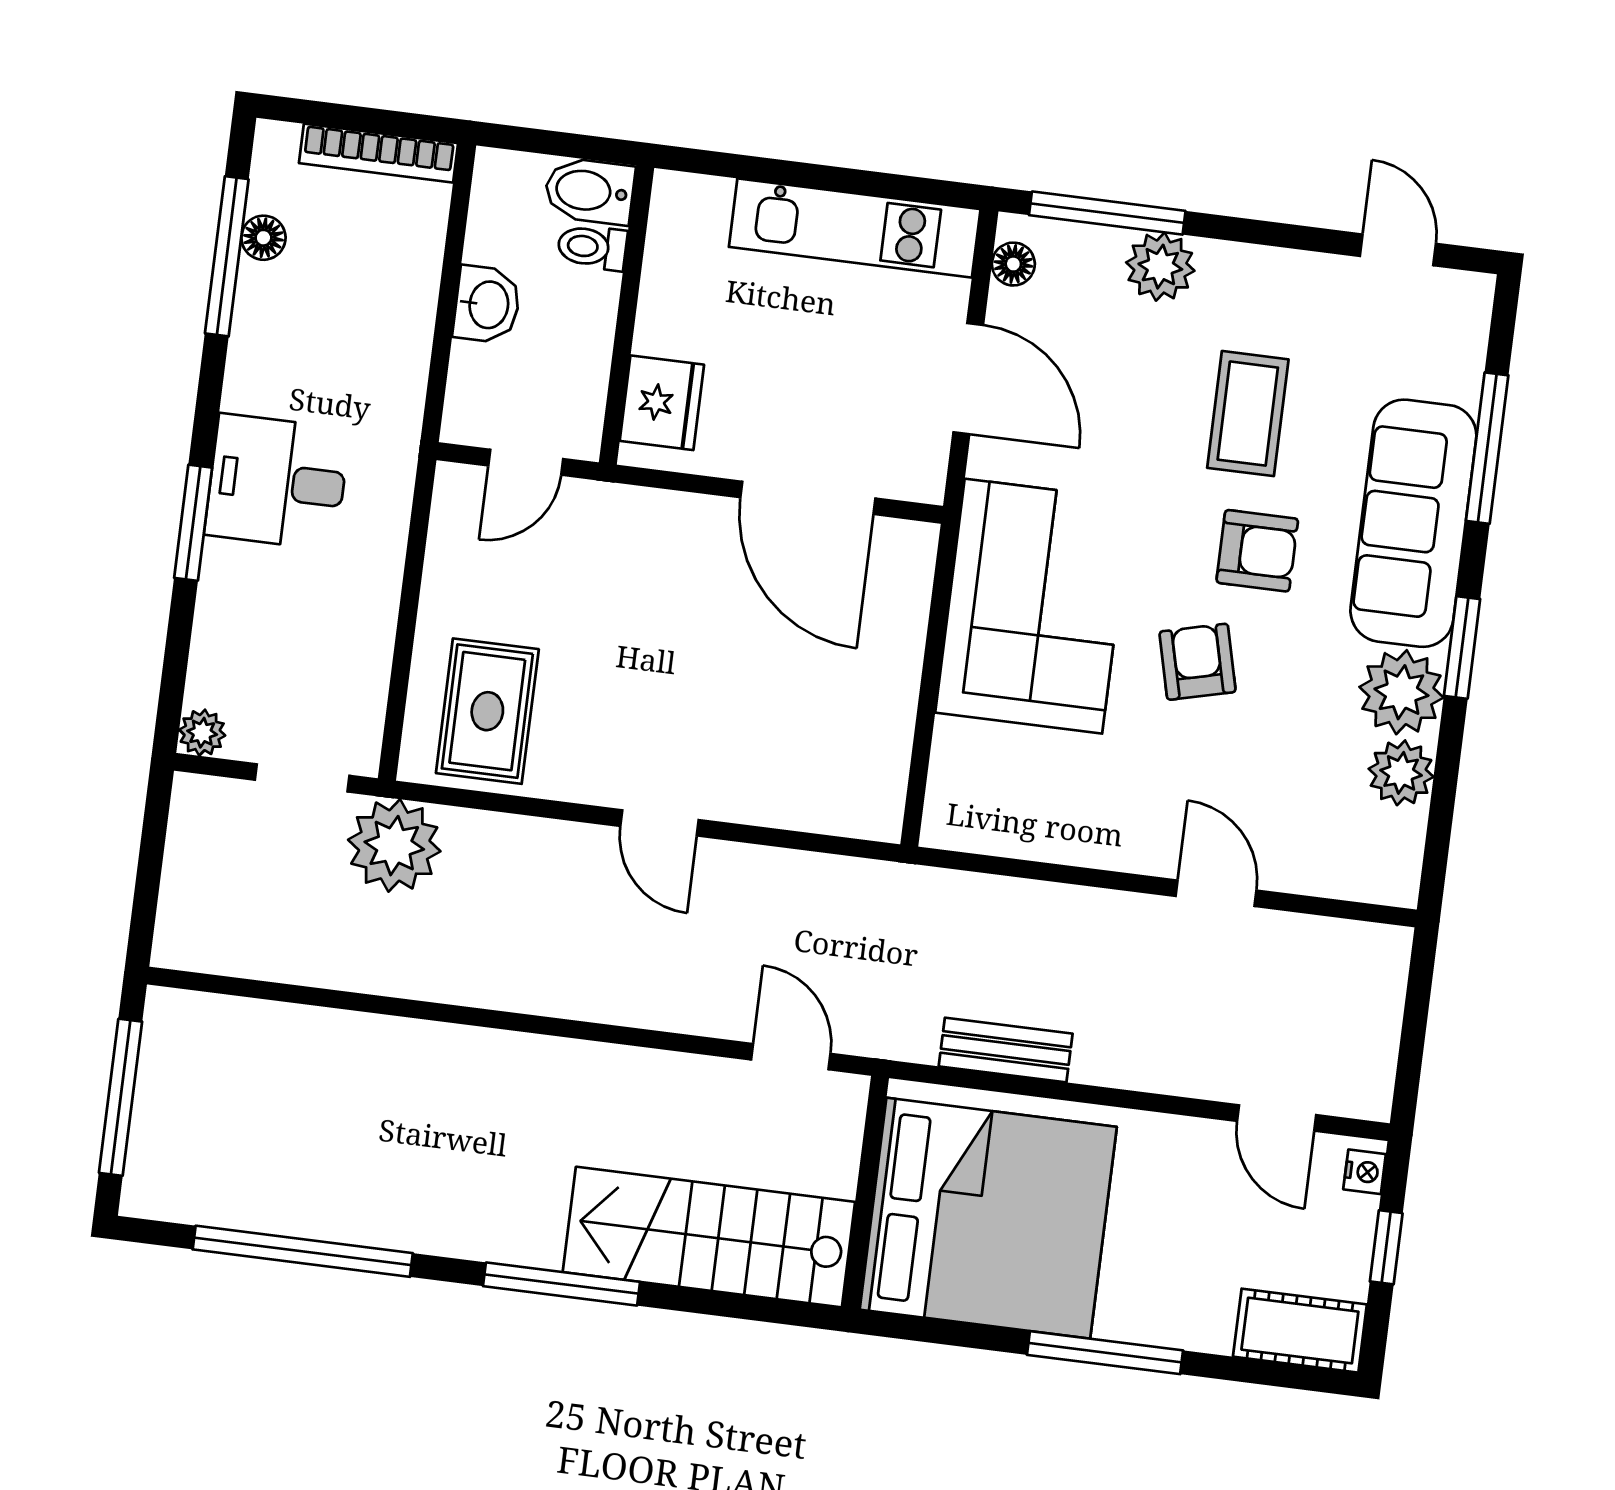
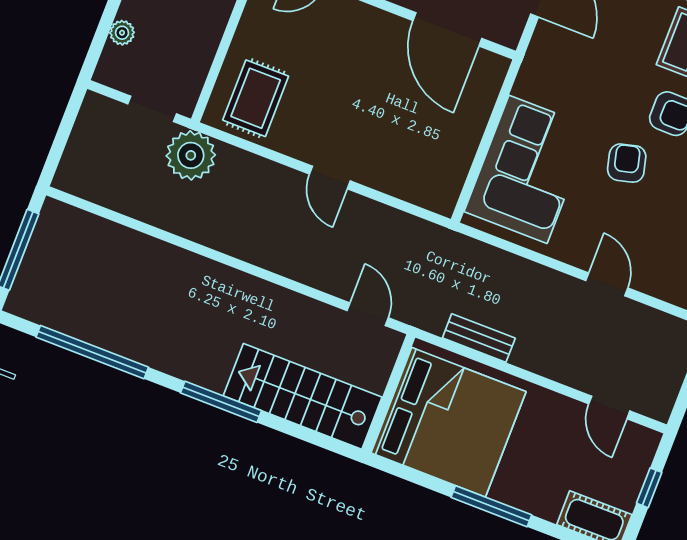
corner sofa: (1033, 606) -> (528, 169), moved
plant: (202, 733) -> (122, 33), moved
nightstand: (1365, 1172) -> (648, 446), removed

